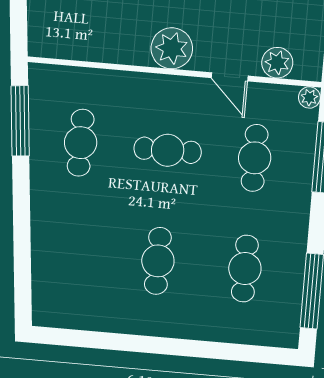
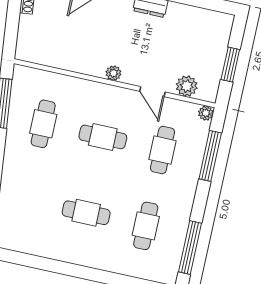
plant: (172, 48) -> (113, 73), width x0.53, depth x0.53
cafe table: (158, 261) -> (86, 213), turned 90

